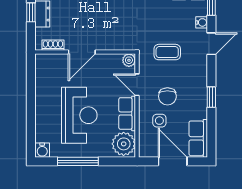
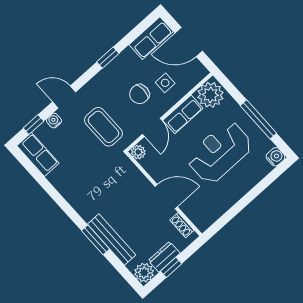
coffee table: (167, 52) -> (103, 127), width x1.36, depth x1.30
chair: (167, 96) -> (139, 94), turned 180
door: (173, 161) -> (189, 42), hinge flipped

